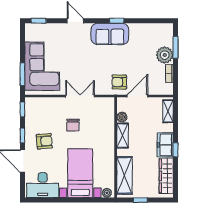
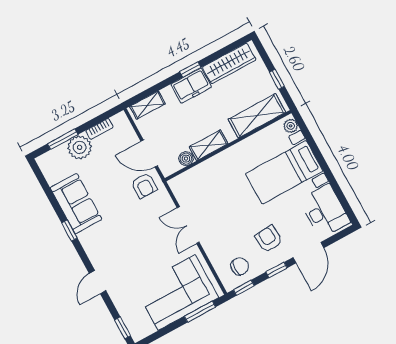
sofa: (110, 34) -> (76, 204), moved
chair: (73, 125) -> (240, 266), moved

